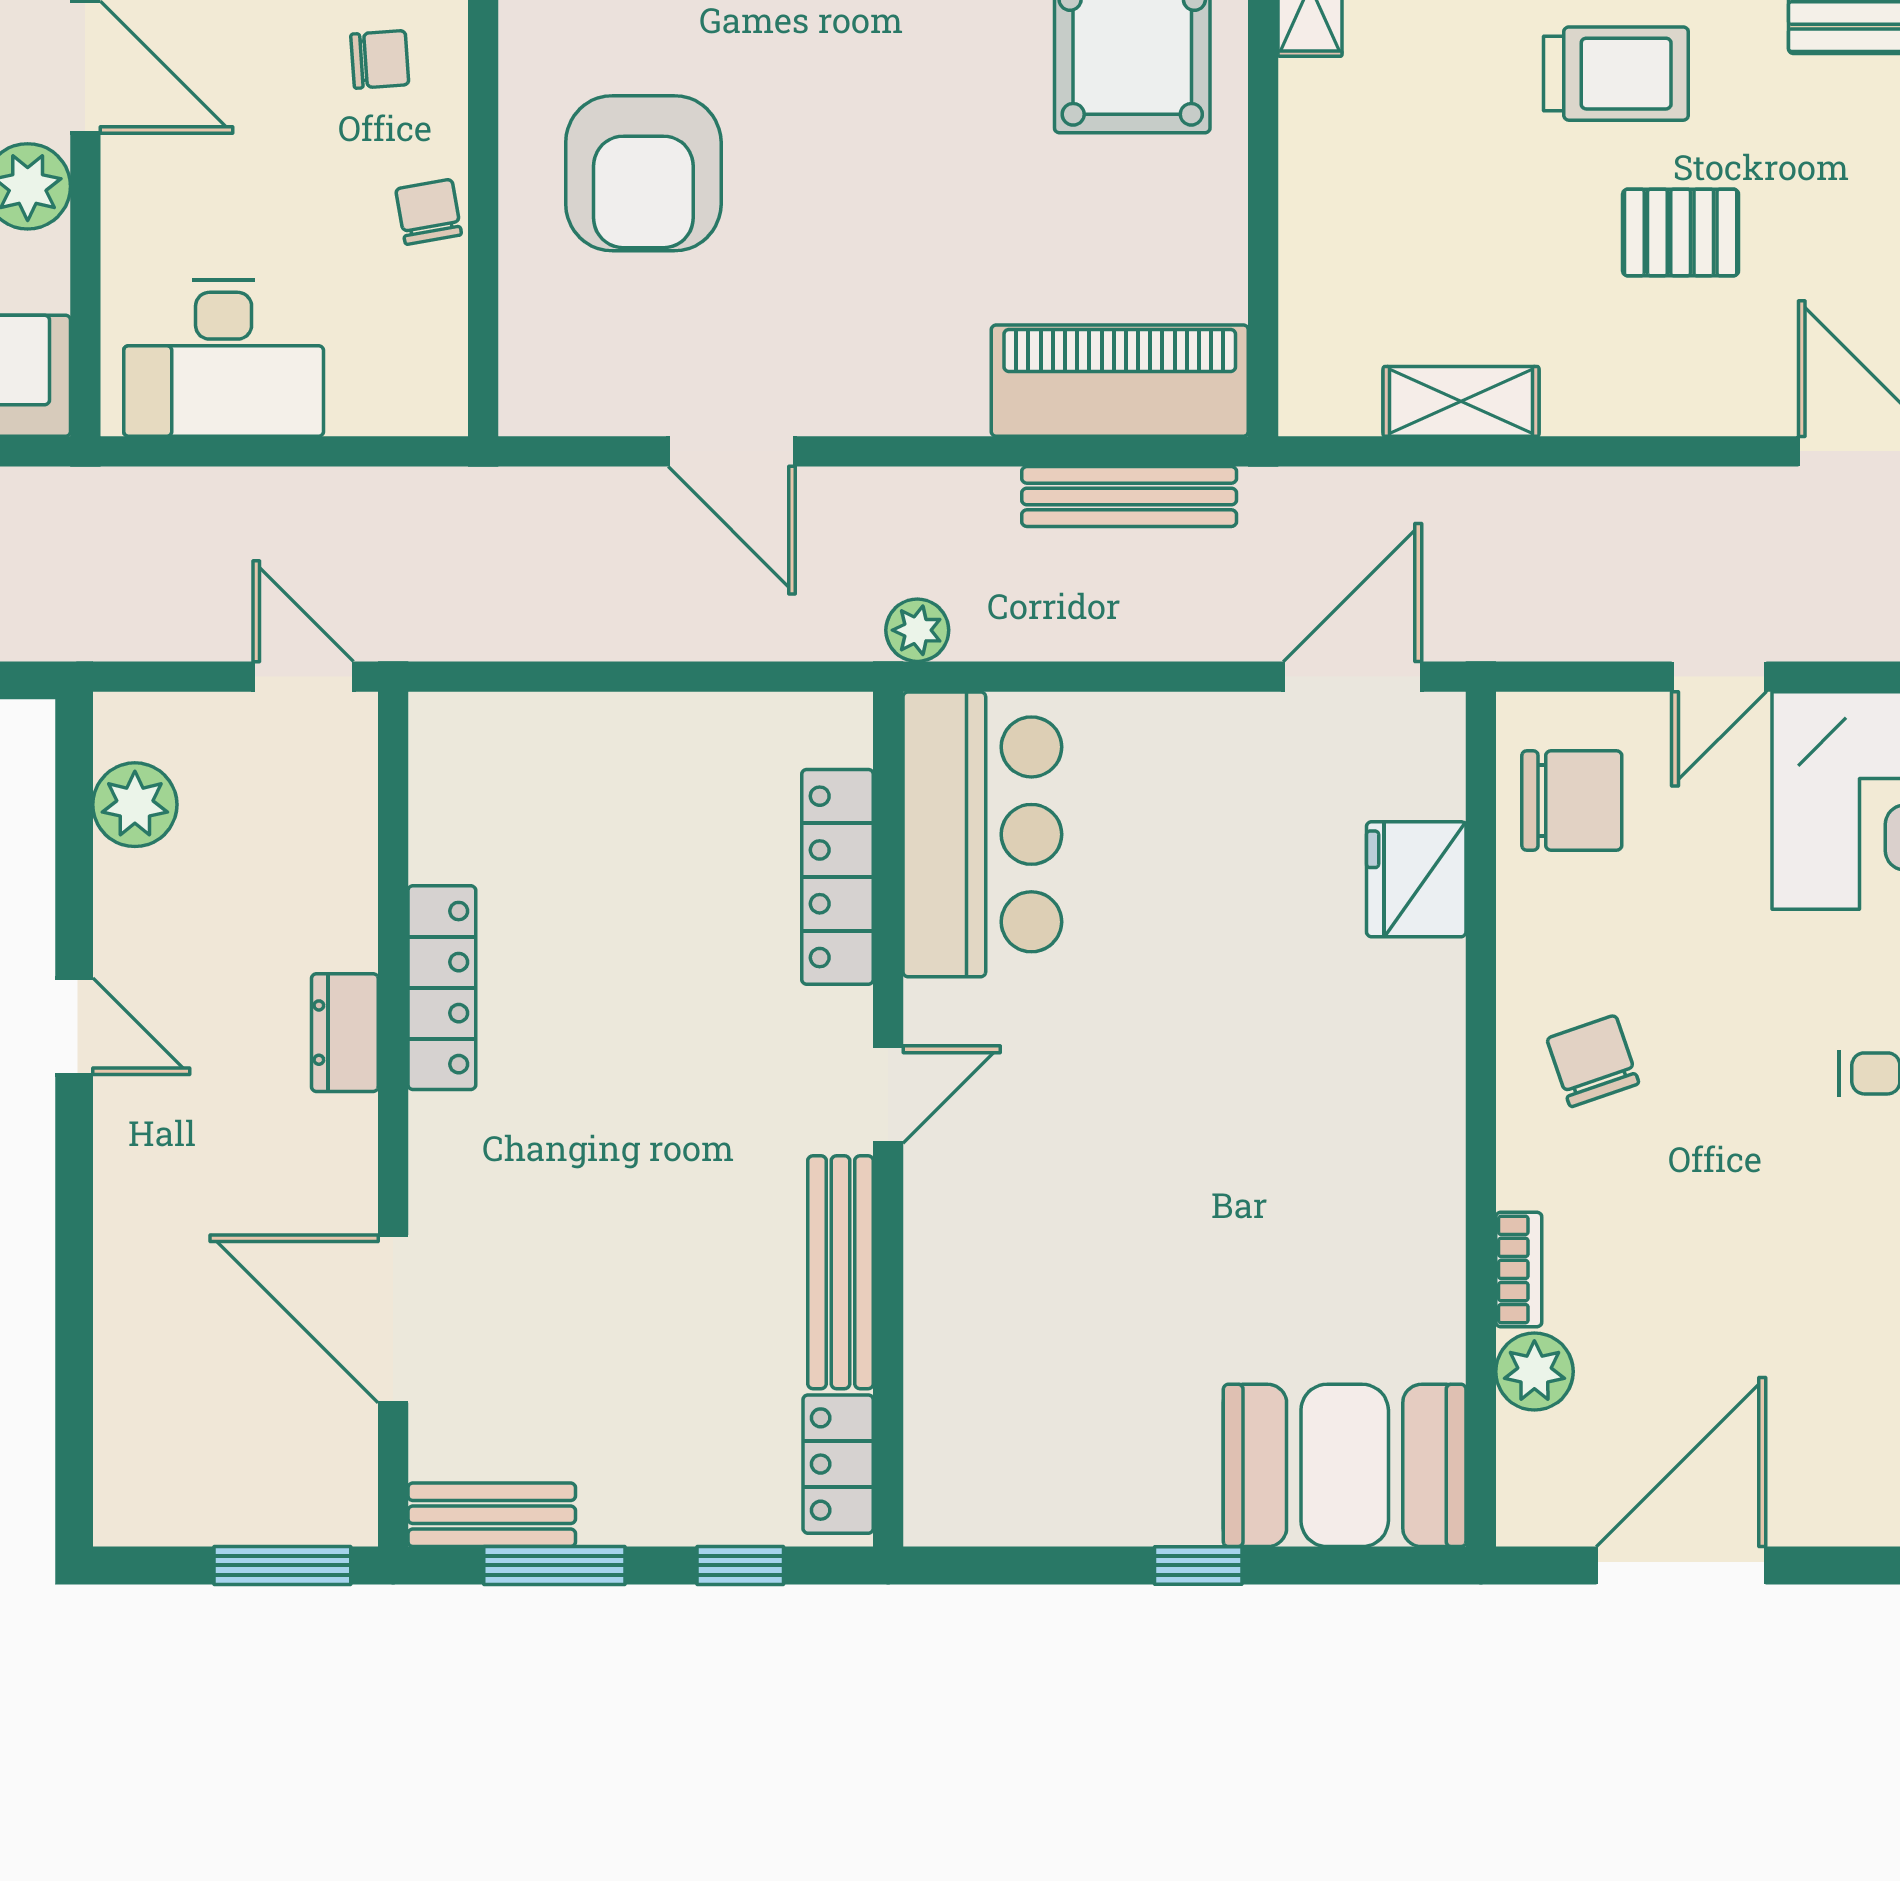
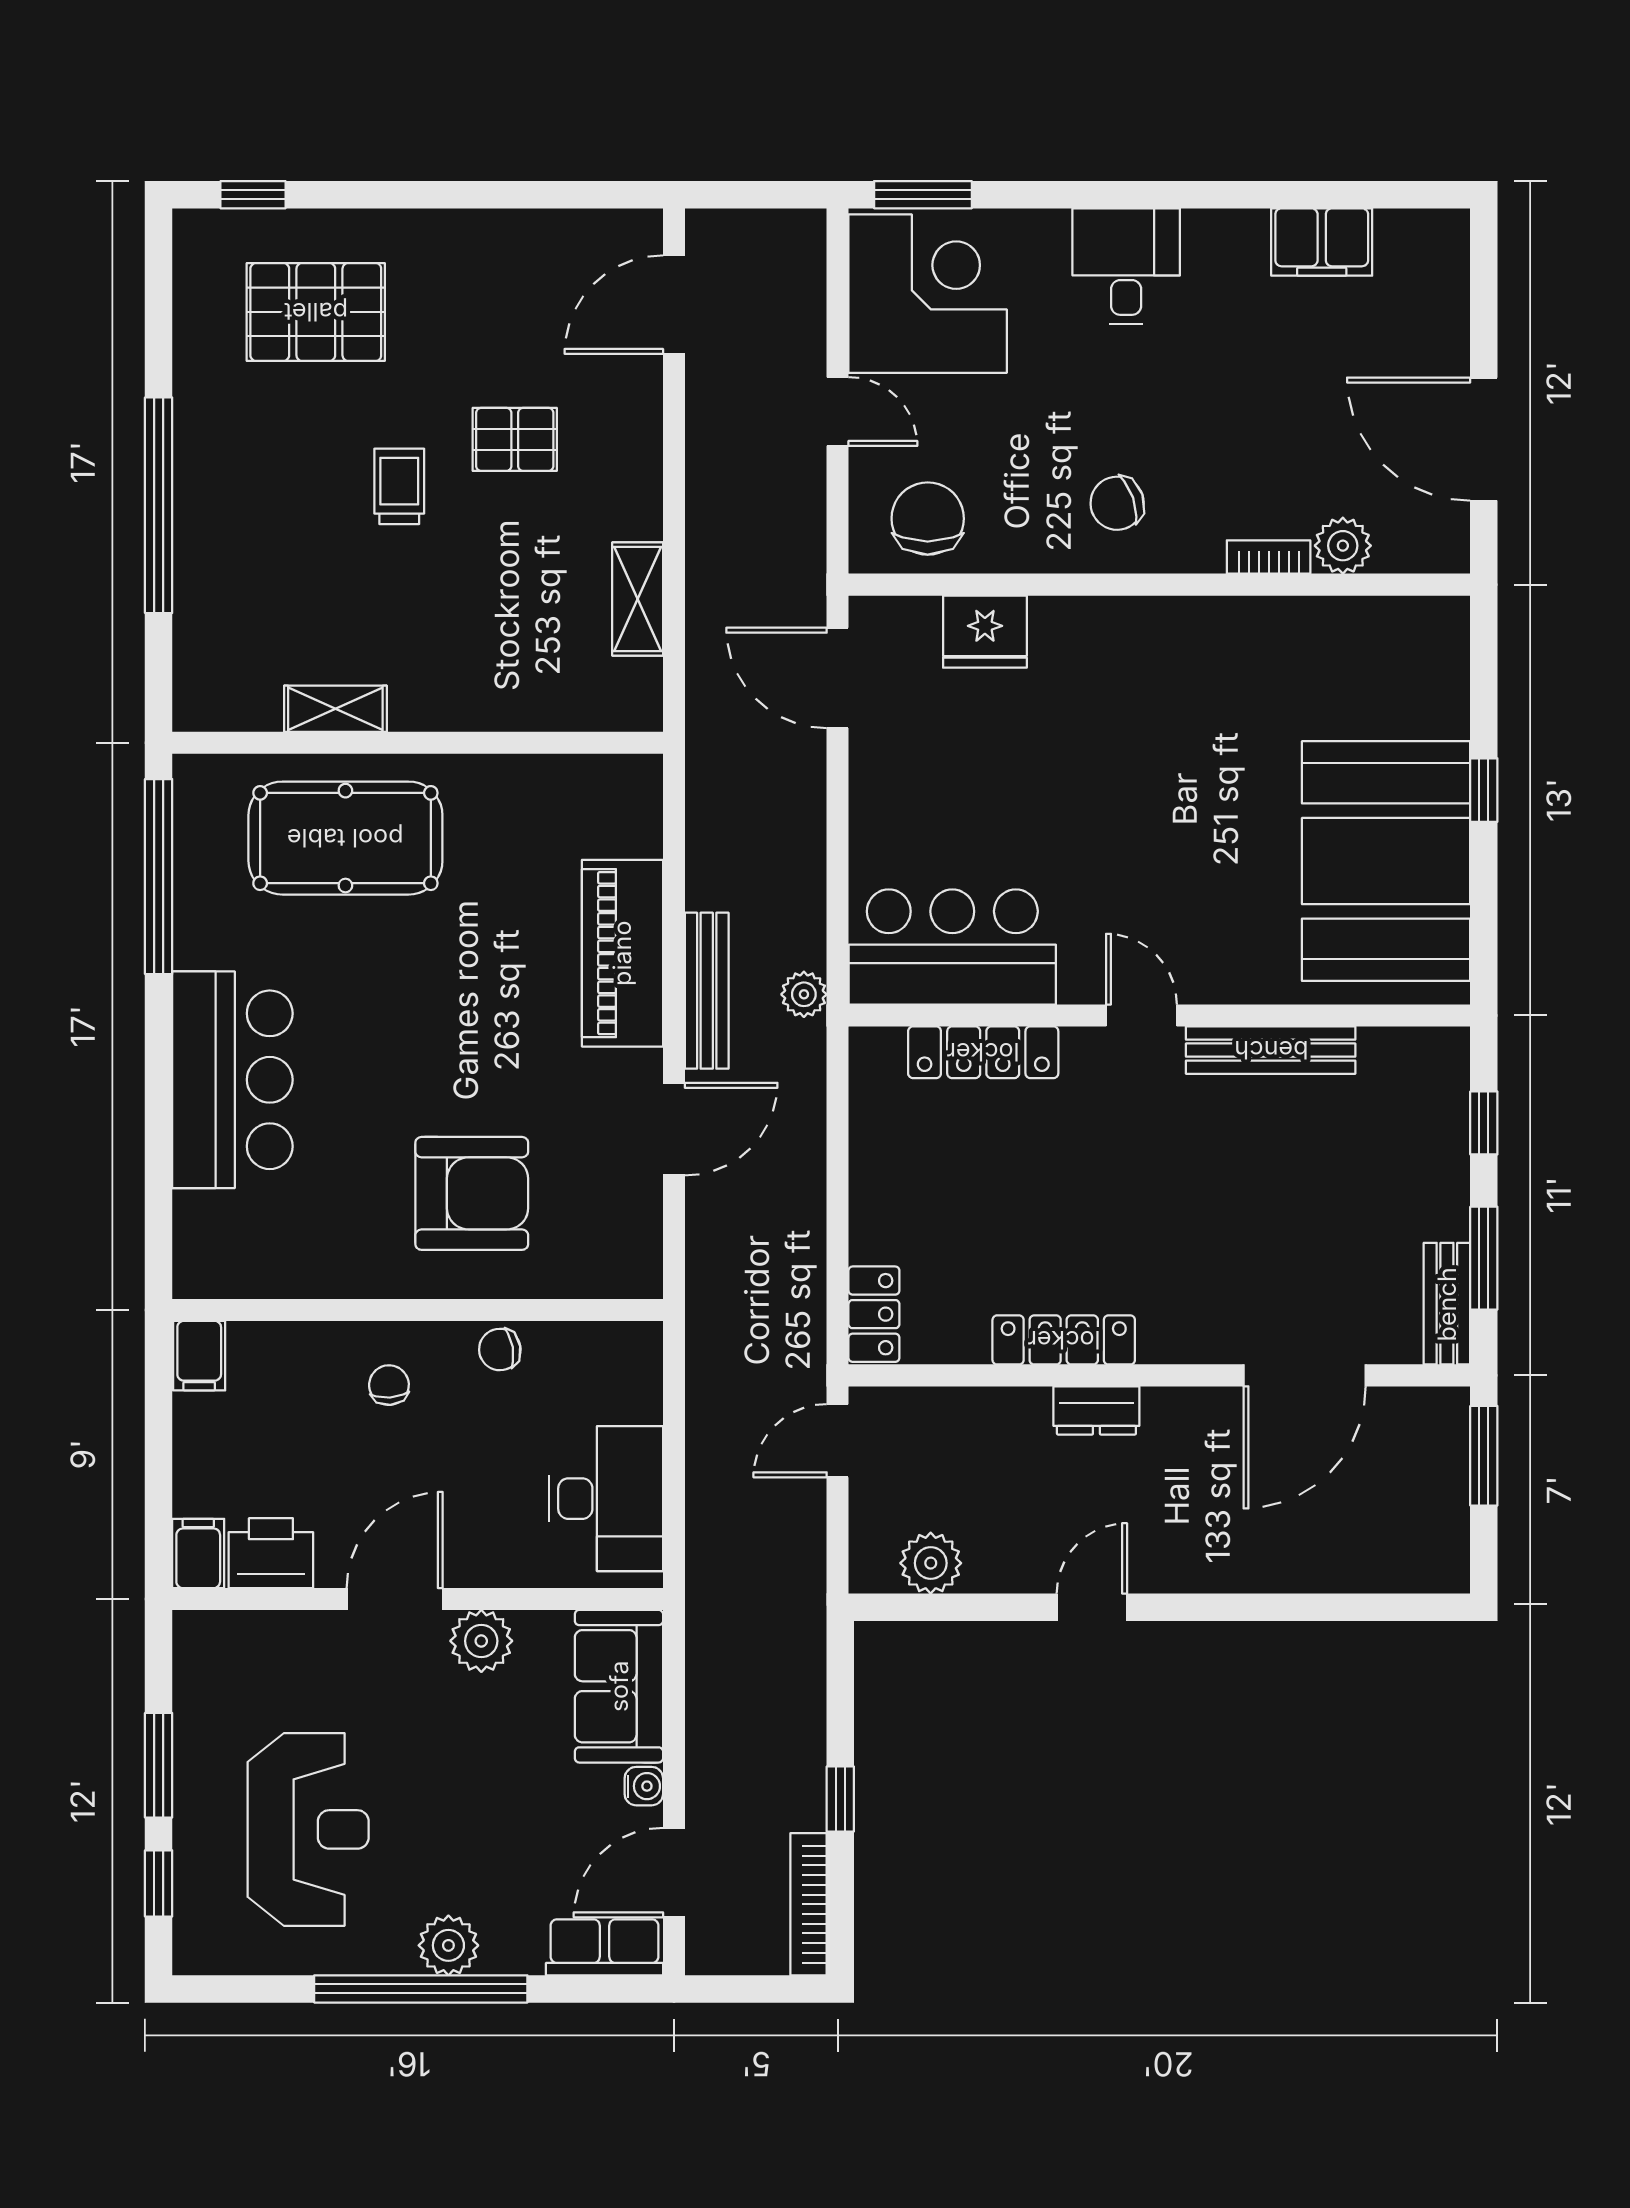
trolley: (1616, 74) -> (399, 486), width x0.73, depth x0.72
pallet: (1681, 232) -> (515, 439), turned 90
piano: (1120, 381) -> (622, 953), moved
bench: (1129, 496) -> (707, 991), moved
locker: (838, 1464) -> (874, 1314), moved, turned -90
booth: (1345, 1465) -> (1386, 861), moved, width x1.36, depth x1.42

